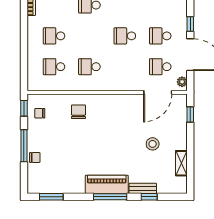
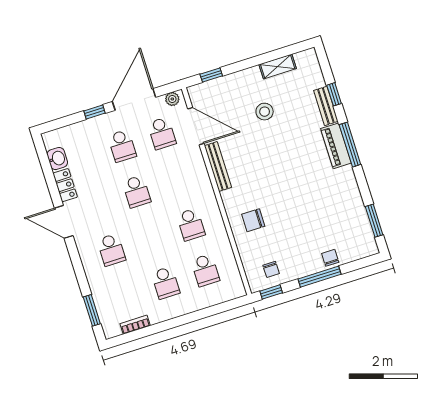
bench: (124, 99) -> (218, 166), added
piano: (107, 184) -> (336, 146), width x0.73, depth x0.75

